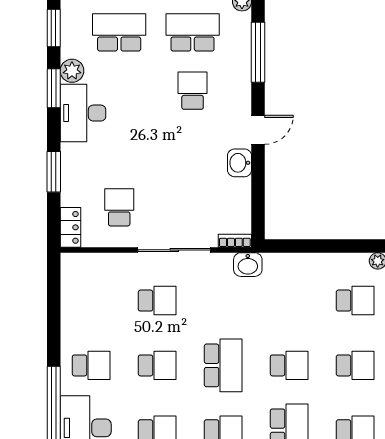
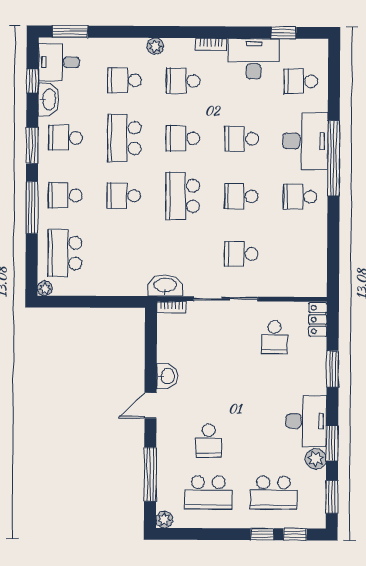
washbasin: (248, 265) -> (165, 286), width x1.38
school desk: (355, 301) -> (65, 253), width x1.85

